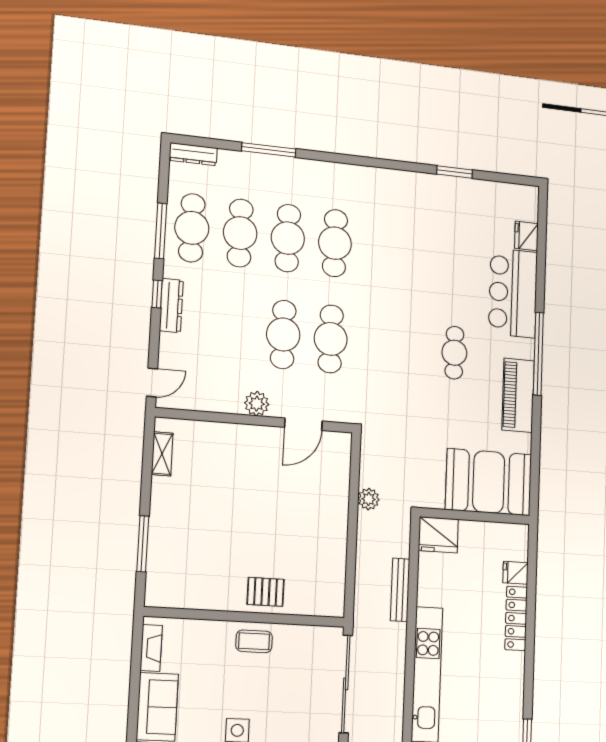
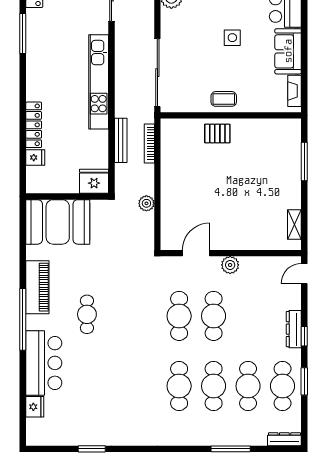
window: (161, 231) -> (304, 381), width x0.69
bookcase: (361, 583) -> (149, 143), added

